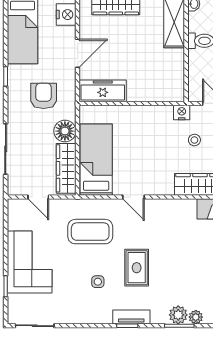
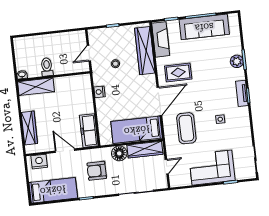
nightstand: (182, 112) -> (99, 92), moved
door: (134, 197) -> (159, 101), width x1.87
rug: (137, 268) -> (178, 72), moved
plant: (196, 317) -> (237, 49), removed

